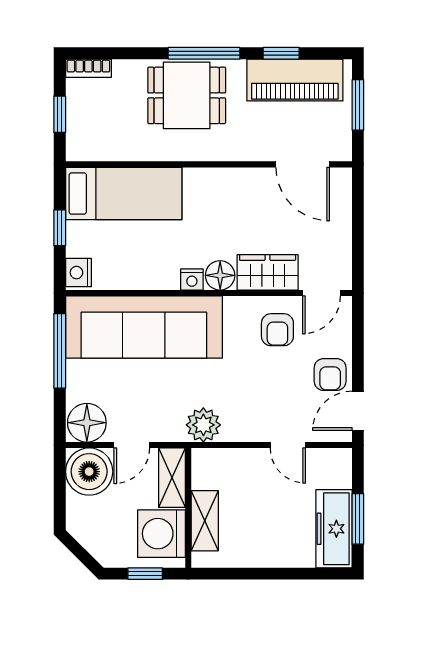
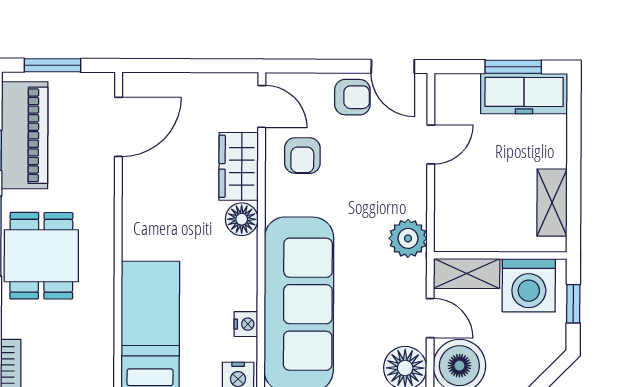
nightstand: (192, 280) -> (246, 324), moved
armchair: (277, 330) -> (302, 156), turned 90
shelving: (205, 521) -> (552, 203), moved, turned 90

